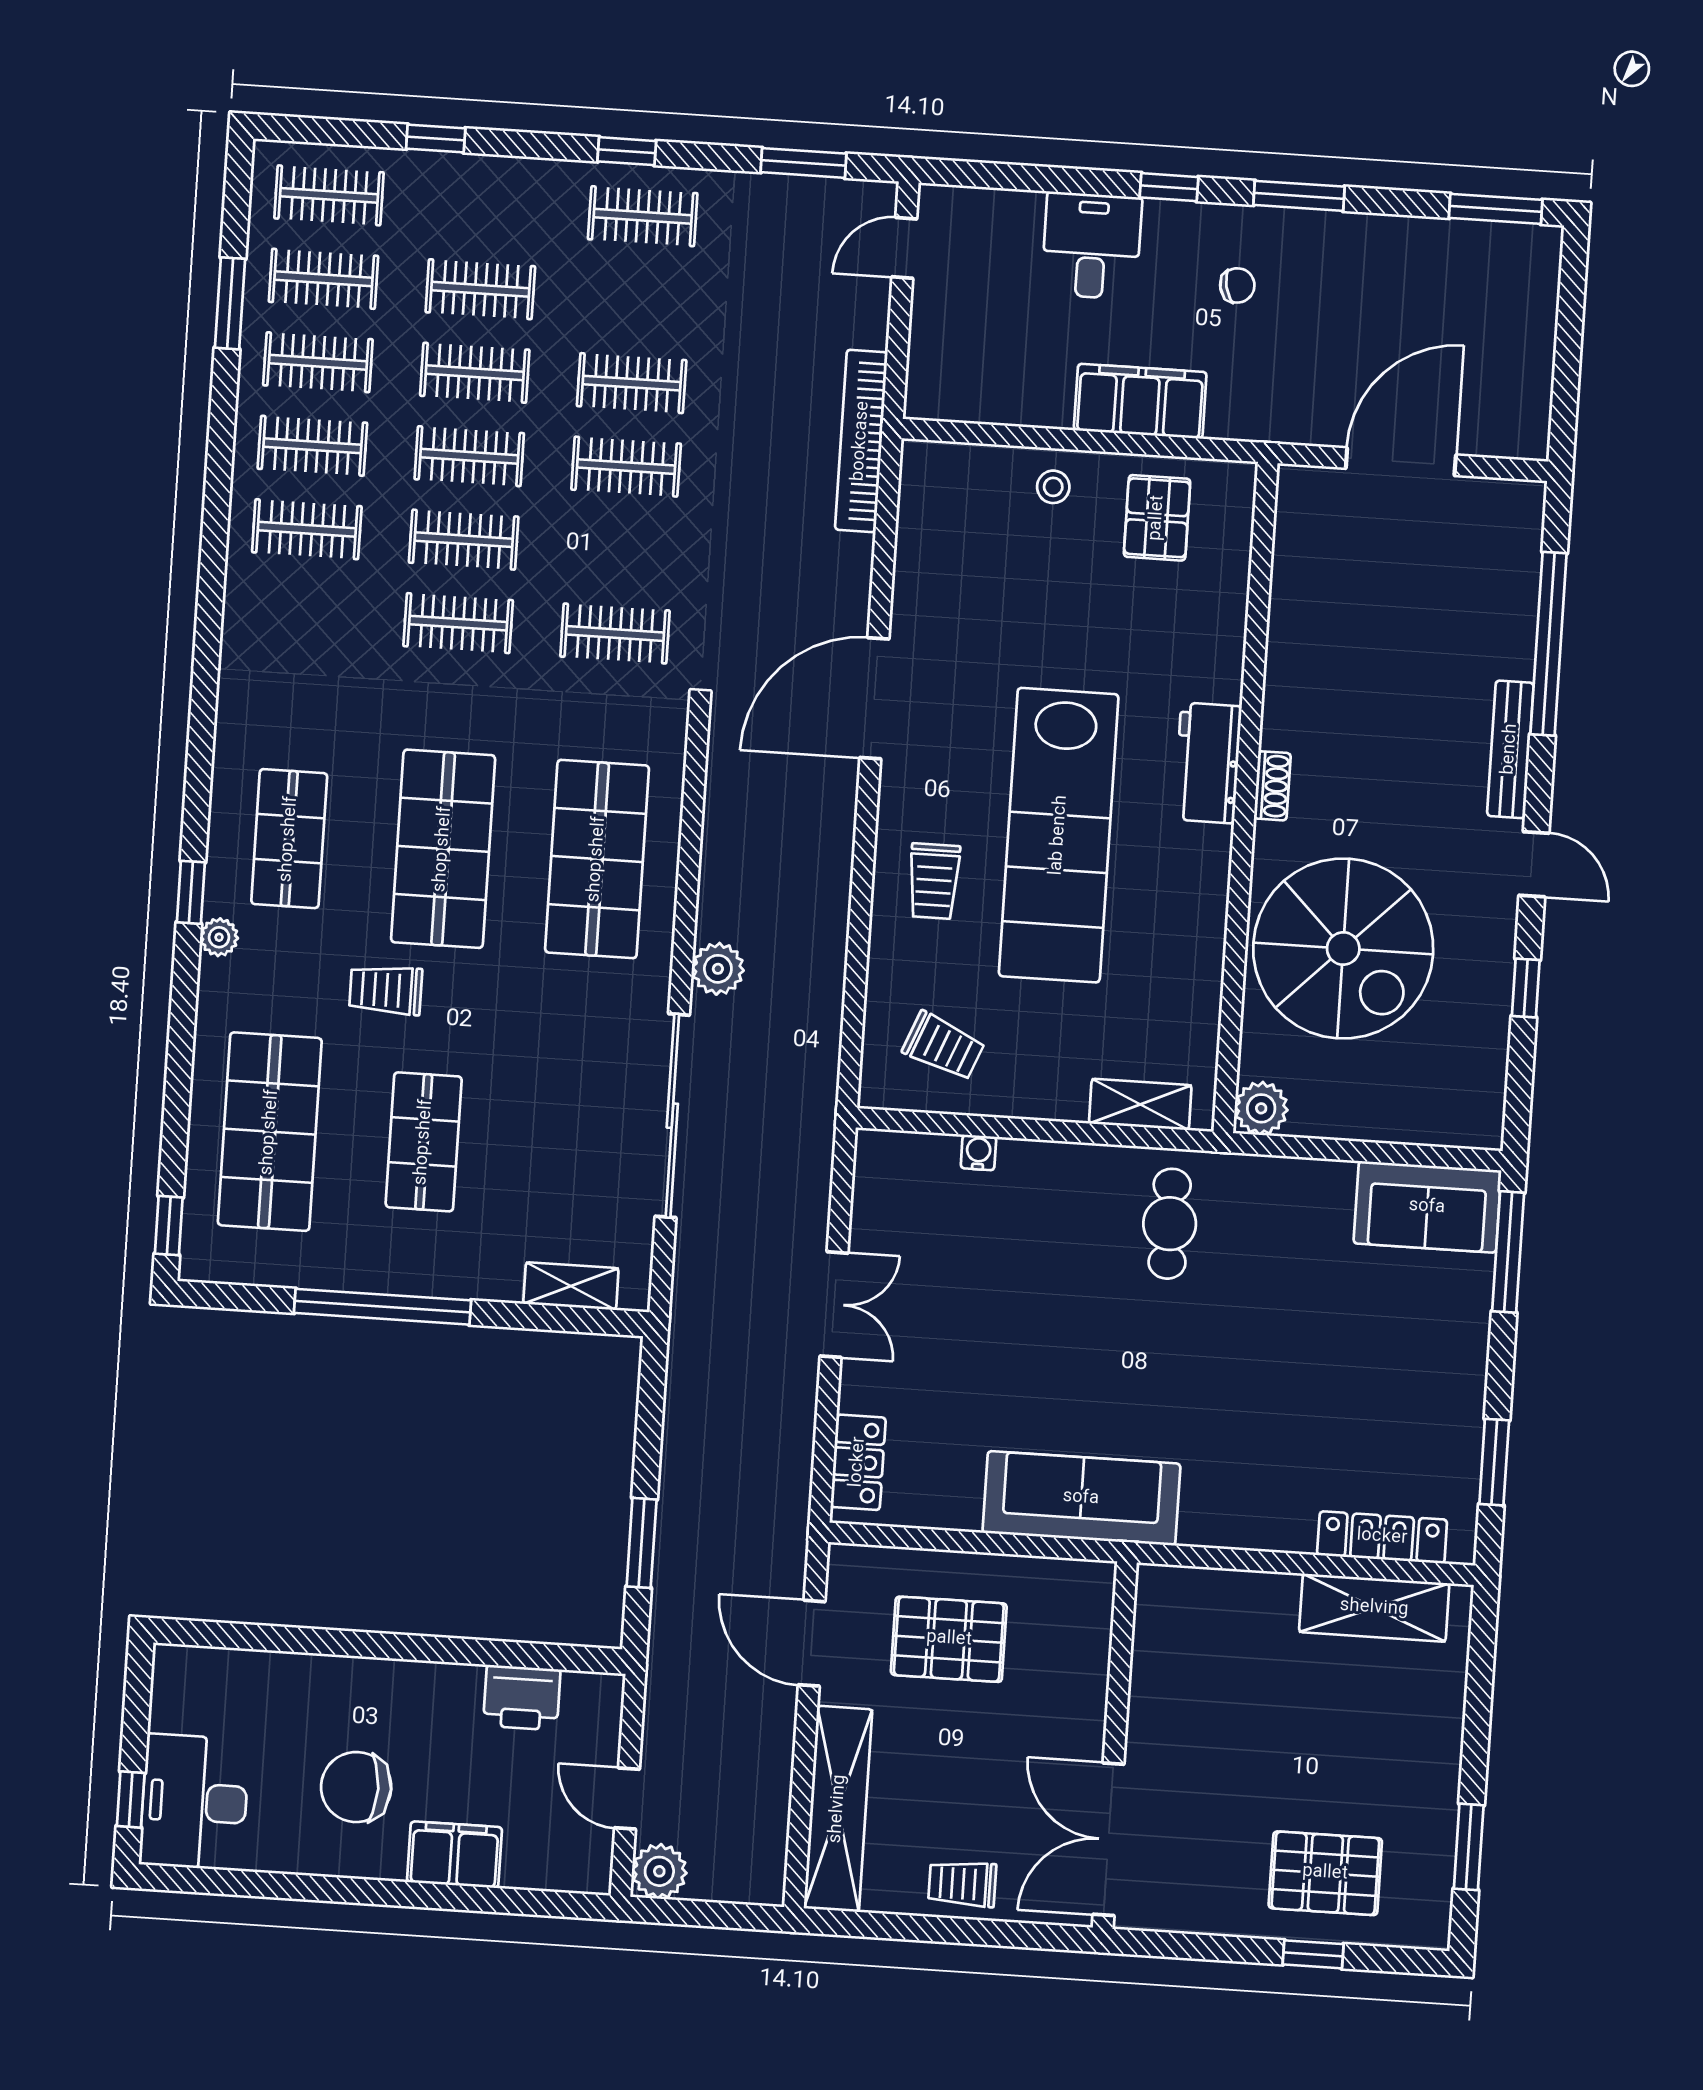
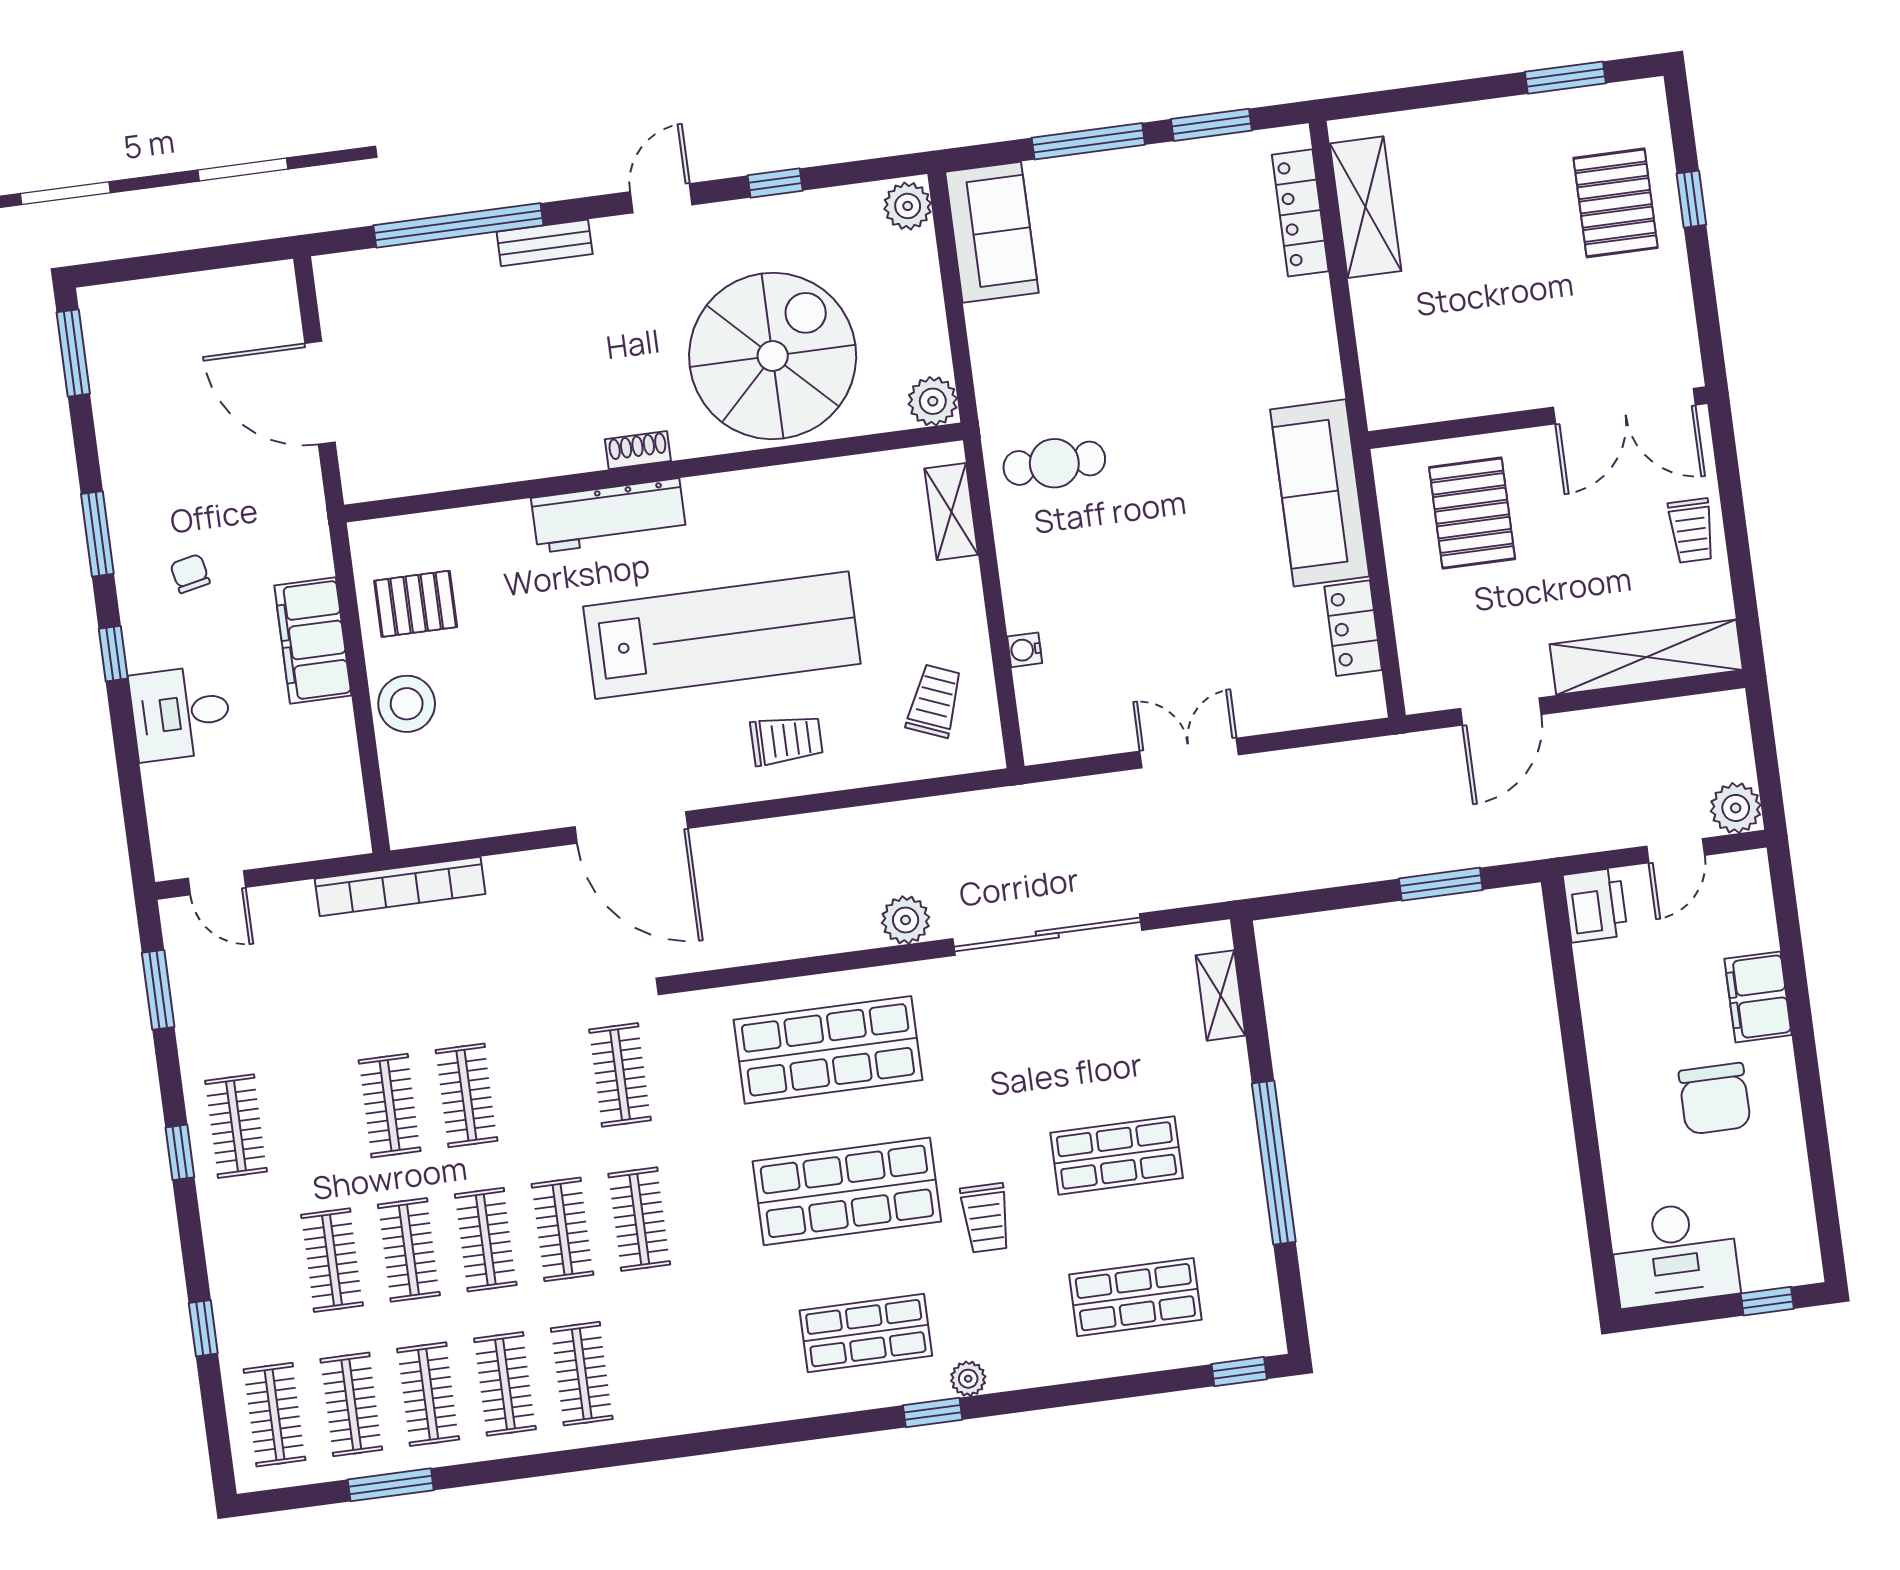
stool: (1053, 487) -> (407, 704), width x1.89, depth x1.89
bench: (1510, 749) -> (545, 243), width x0.73
workbench: (1208, 763) -> (609, 516), width x1.37
plant: (1473, 1123) -> (908, 206), added
shop shelf: (270, 1132) -> (1135, 1297), width x0.70, depth x0.74
window: (1508, 1252) -> (1088, 141), moved
locker: (858, 1462) -> (1353, 628), moved, turned -90
pallet: (949, 1639) -> (1472, 513), moved
printer: (522, 1698) -> (1595, 905), moved
desk: (194, 1802) -> (1675, 1254), moved

